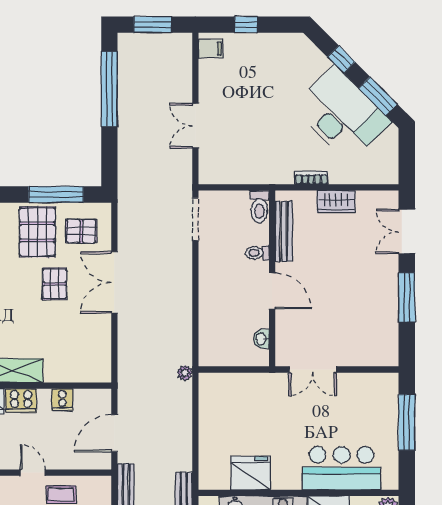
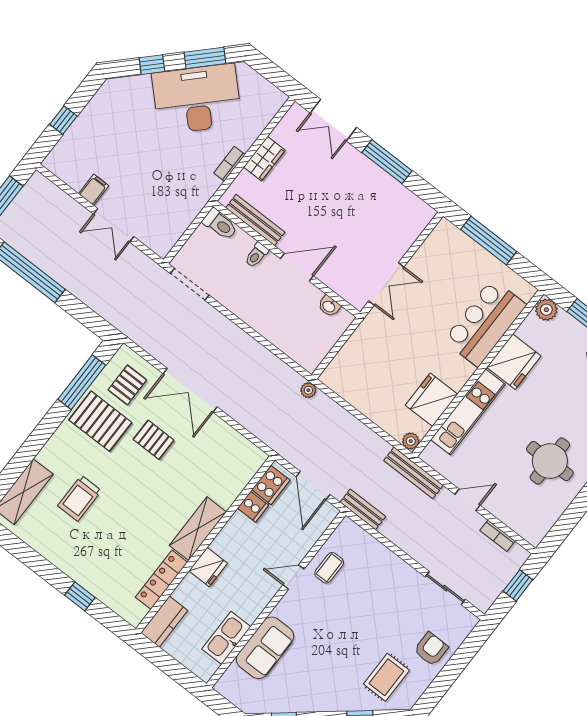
filing cabinet: (211, 49) -> (94, 190), moved
cooker: (21, 401) -> (271, 485), moved
plant: (207, 482) -> (411, 441), added

